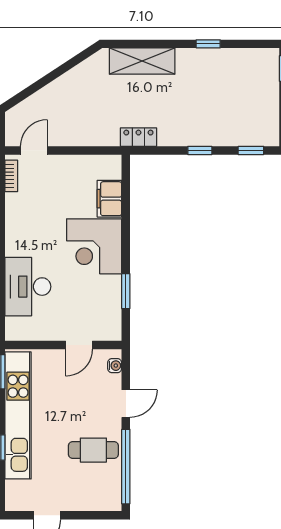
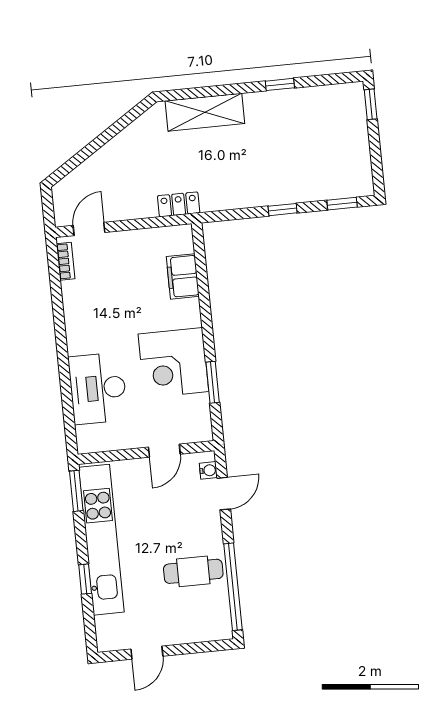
locker: (138, 137) -> (179, 204), moved
corner desk: (94, 246) -> (173, 363), moved
door: (126, 404) -> (224, 494), moved

